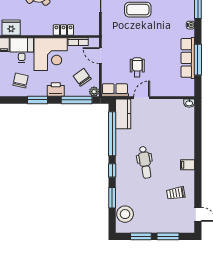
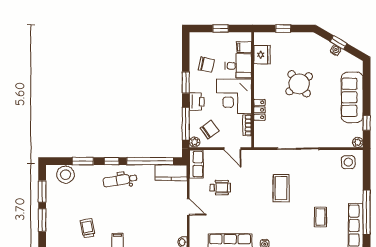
door: (100, 56) -> (233, 149), swing flipped
door: (142, 98) -> (188, 207), moved
dental chair: (145, 162) -> (120, 180), moved

